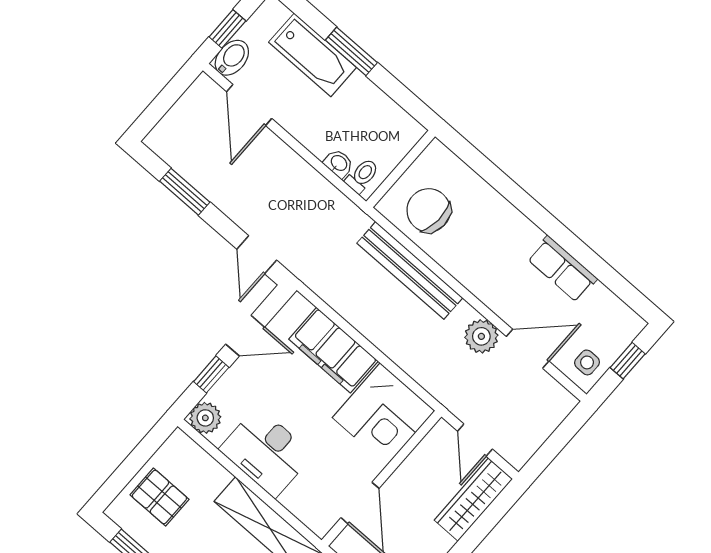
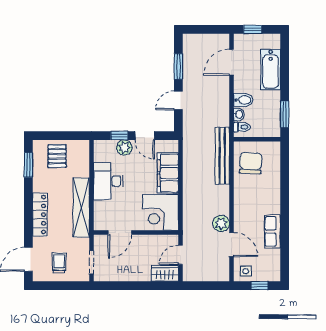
window: (351, 51) -> (285, 114), moved
bidet: (232, 58) -> (243, 100), moved
door: (257, 255) -> (178, 100), moved
bench: (410, 270) -> (222, 156), moved
plant: (205, 418) -> (124, 148), moved
wardrobe: (473, 500) -> (165, 273), width x0.67

